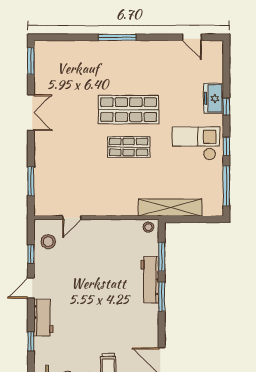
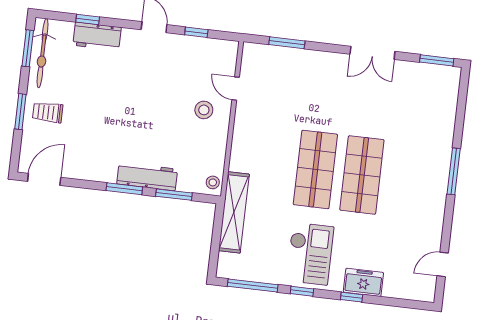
shop shelf: (129, 147) -> (315, 169), width x1.43, depth x1.36
stool: (48, 242) -> (204, 110), moved
workbench: (43, 318) -> (97, 36), moved

